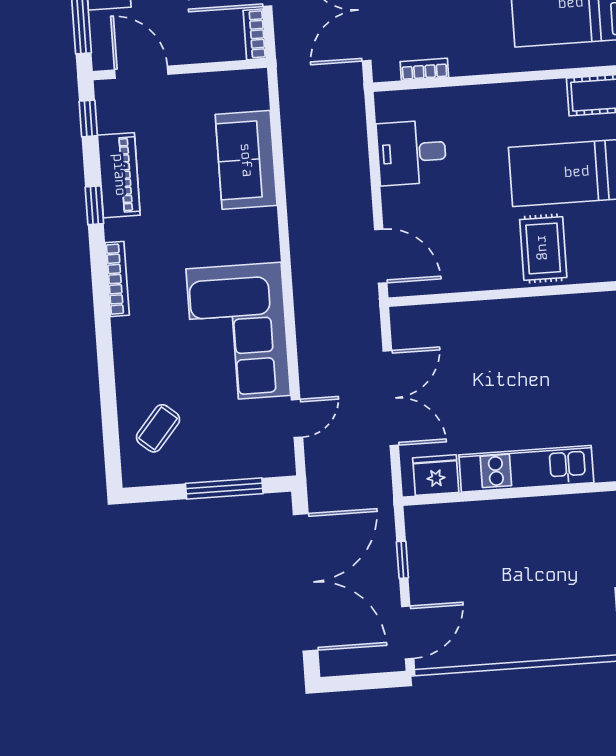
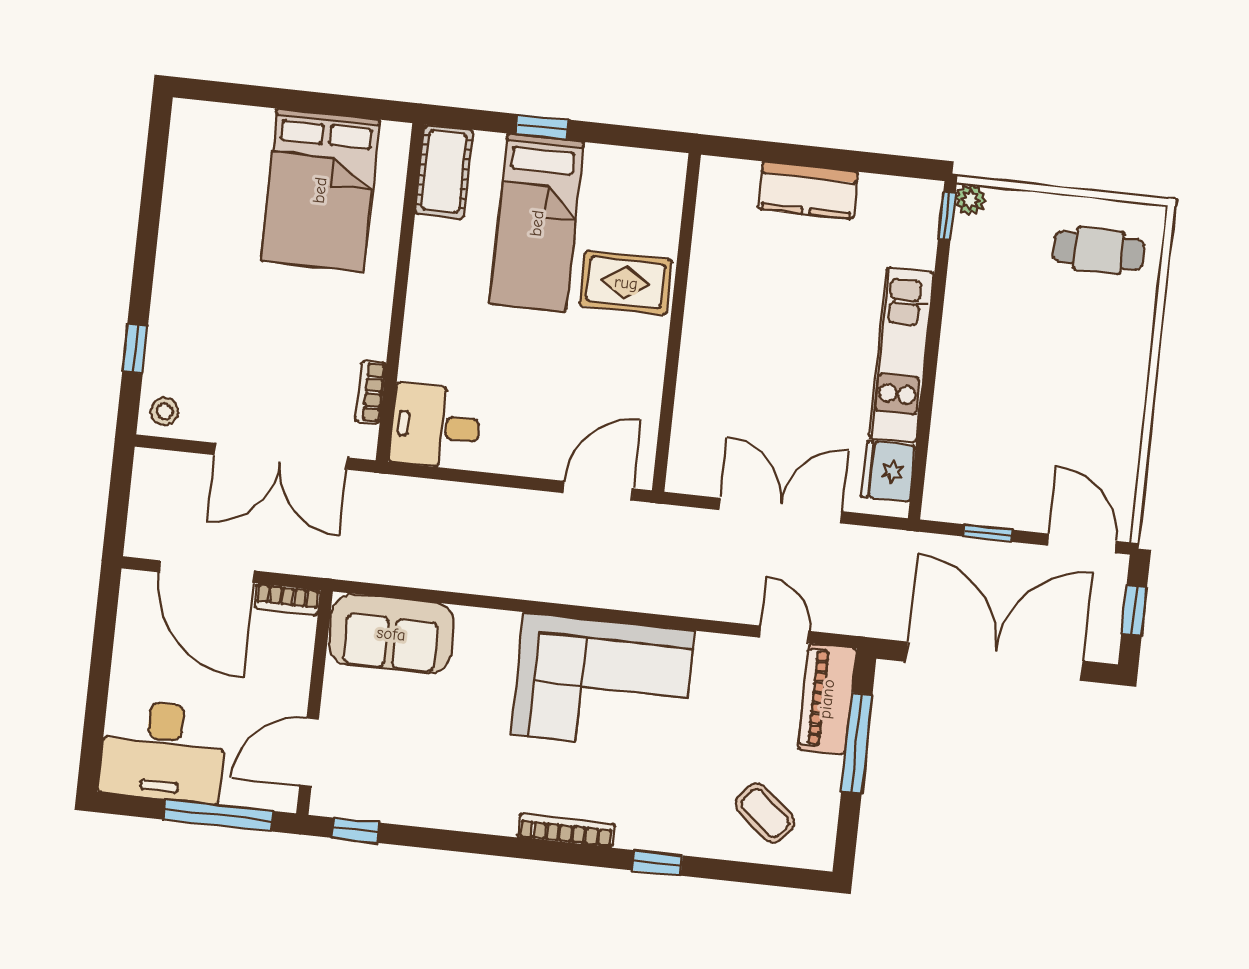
desk: (412, 153) -> (435, 426), moved, turned 90
sofa: (246, 160) -> (391, 634), moved
piano: (119, 175) -> (827, 699), moved, turned -90
window: (94, 205) -> (657, 863), moved
corner sofa: (238, 332) -> (603, 683), moved
window: (364, 682) -> (1134, 610), added

